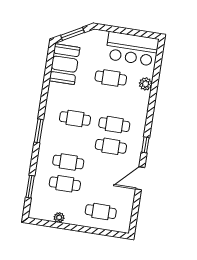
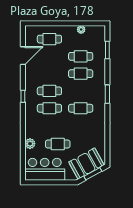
booth: (65, 64) -> (86, 164), moved, turned 61
door: (140, 178) -> (23, 56), moved

